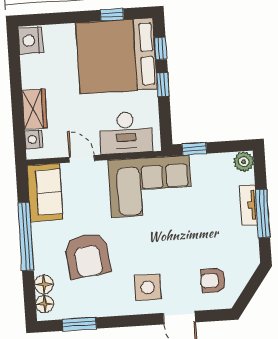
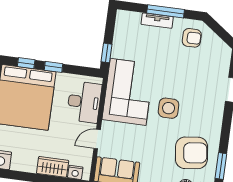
plant: (244, 162) -> (124, 18), removed
armchair: (87, 256) -> (191, 153), moved
armchair: (213, 281) -> (192, 38), moved, turned -90
side table: (148, 287) -> (169, 108), moved

